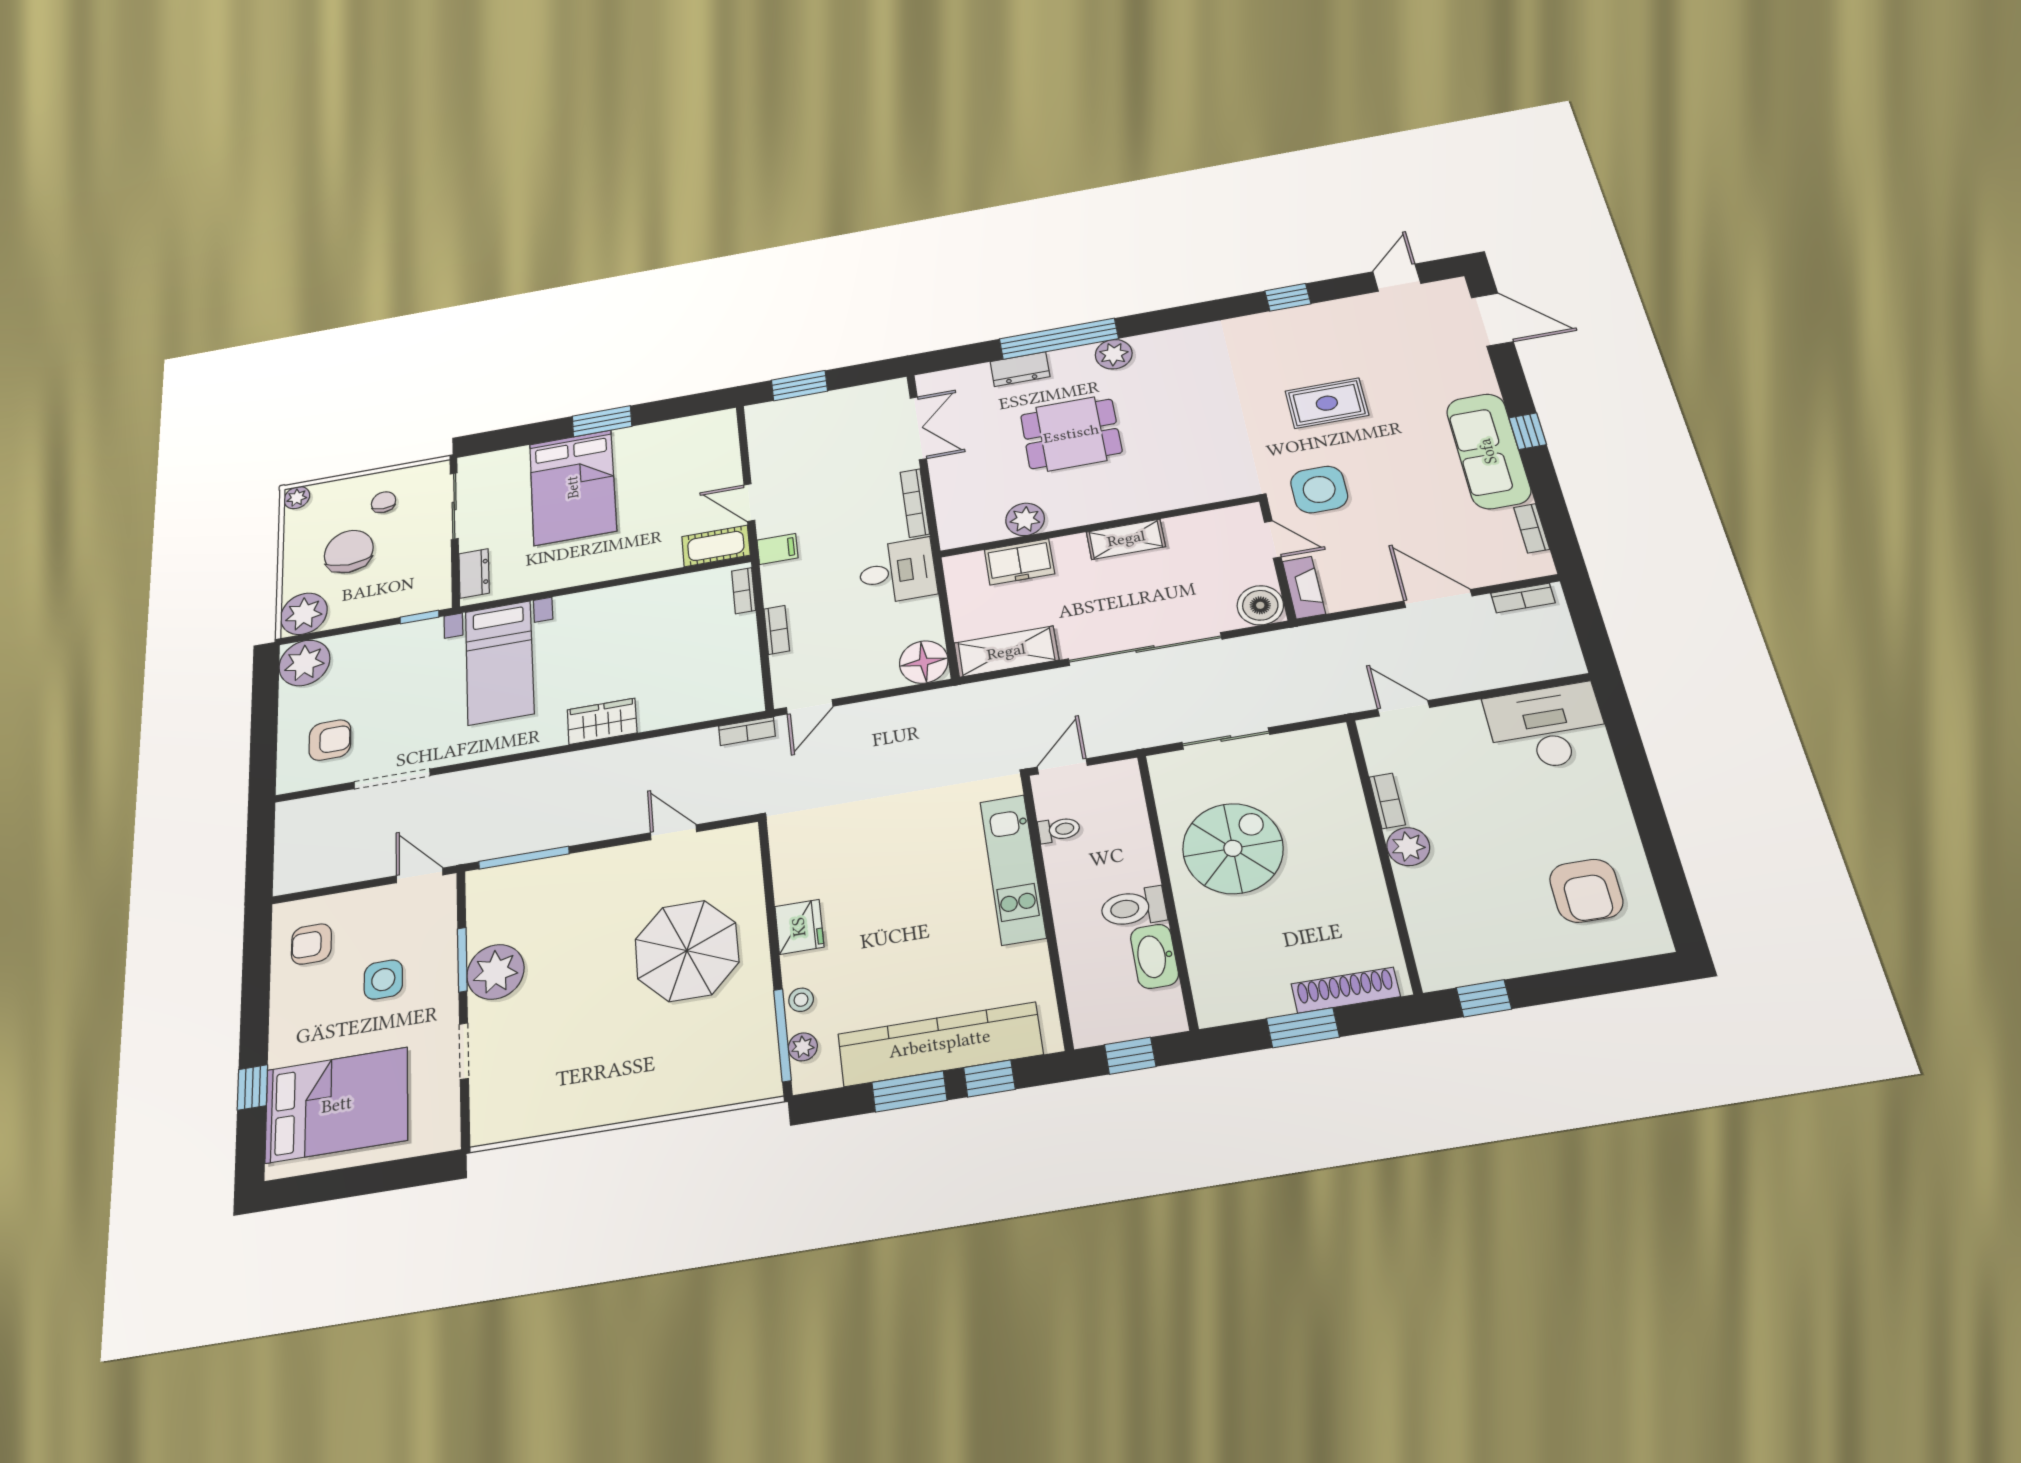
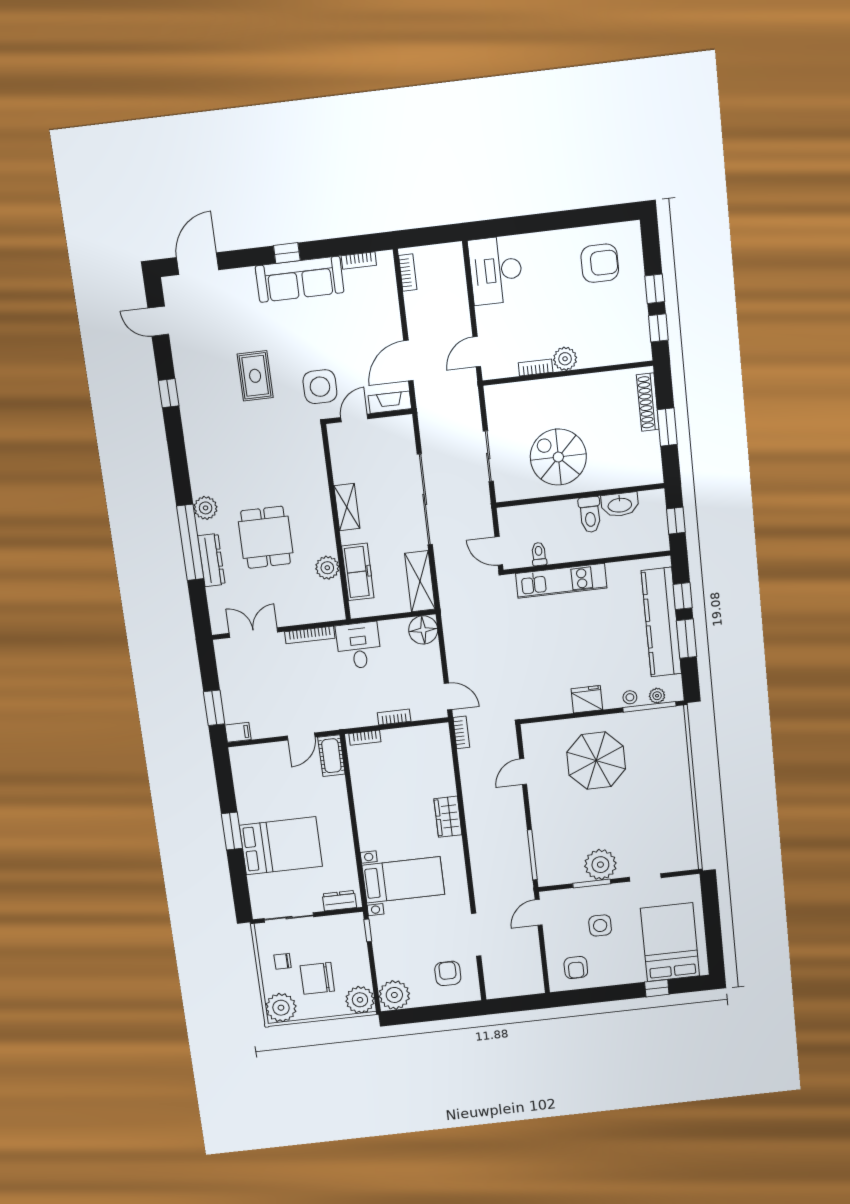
dresser: (1020, 369) -> (211, 560), width x1.44
plant: (297, 498) -> (281, 1008), width x1.87, depth x1.87
filing cabinet: (778, 549) -> (238, 732), moved, turned 90
freezer: (1019, 562) -> (358, 572), width x1.40
door: (1438, 599) -> (408, 361), moved
boiler: (1260, 605) -> (400, 429), removed
window: (1555, 987) -> (655, 289), added

